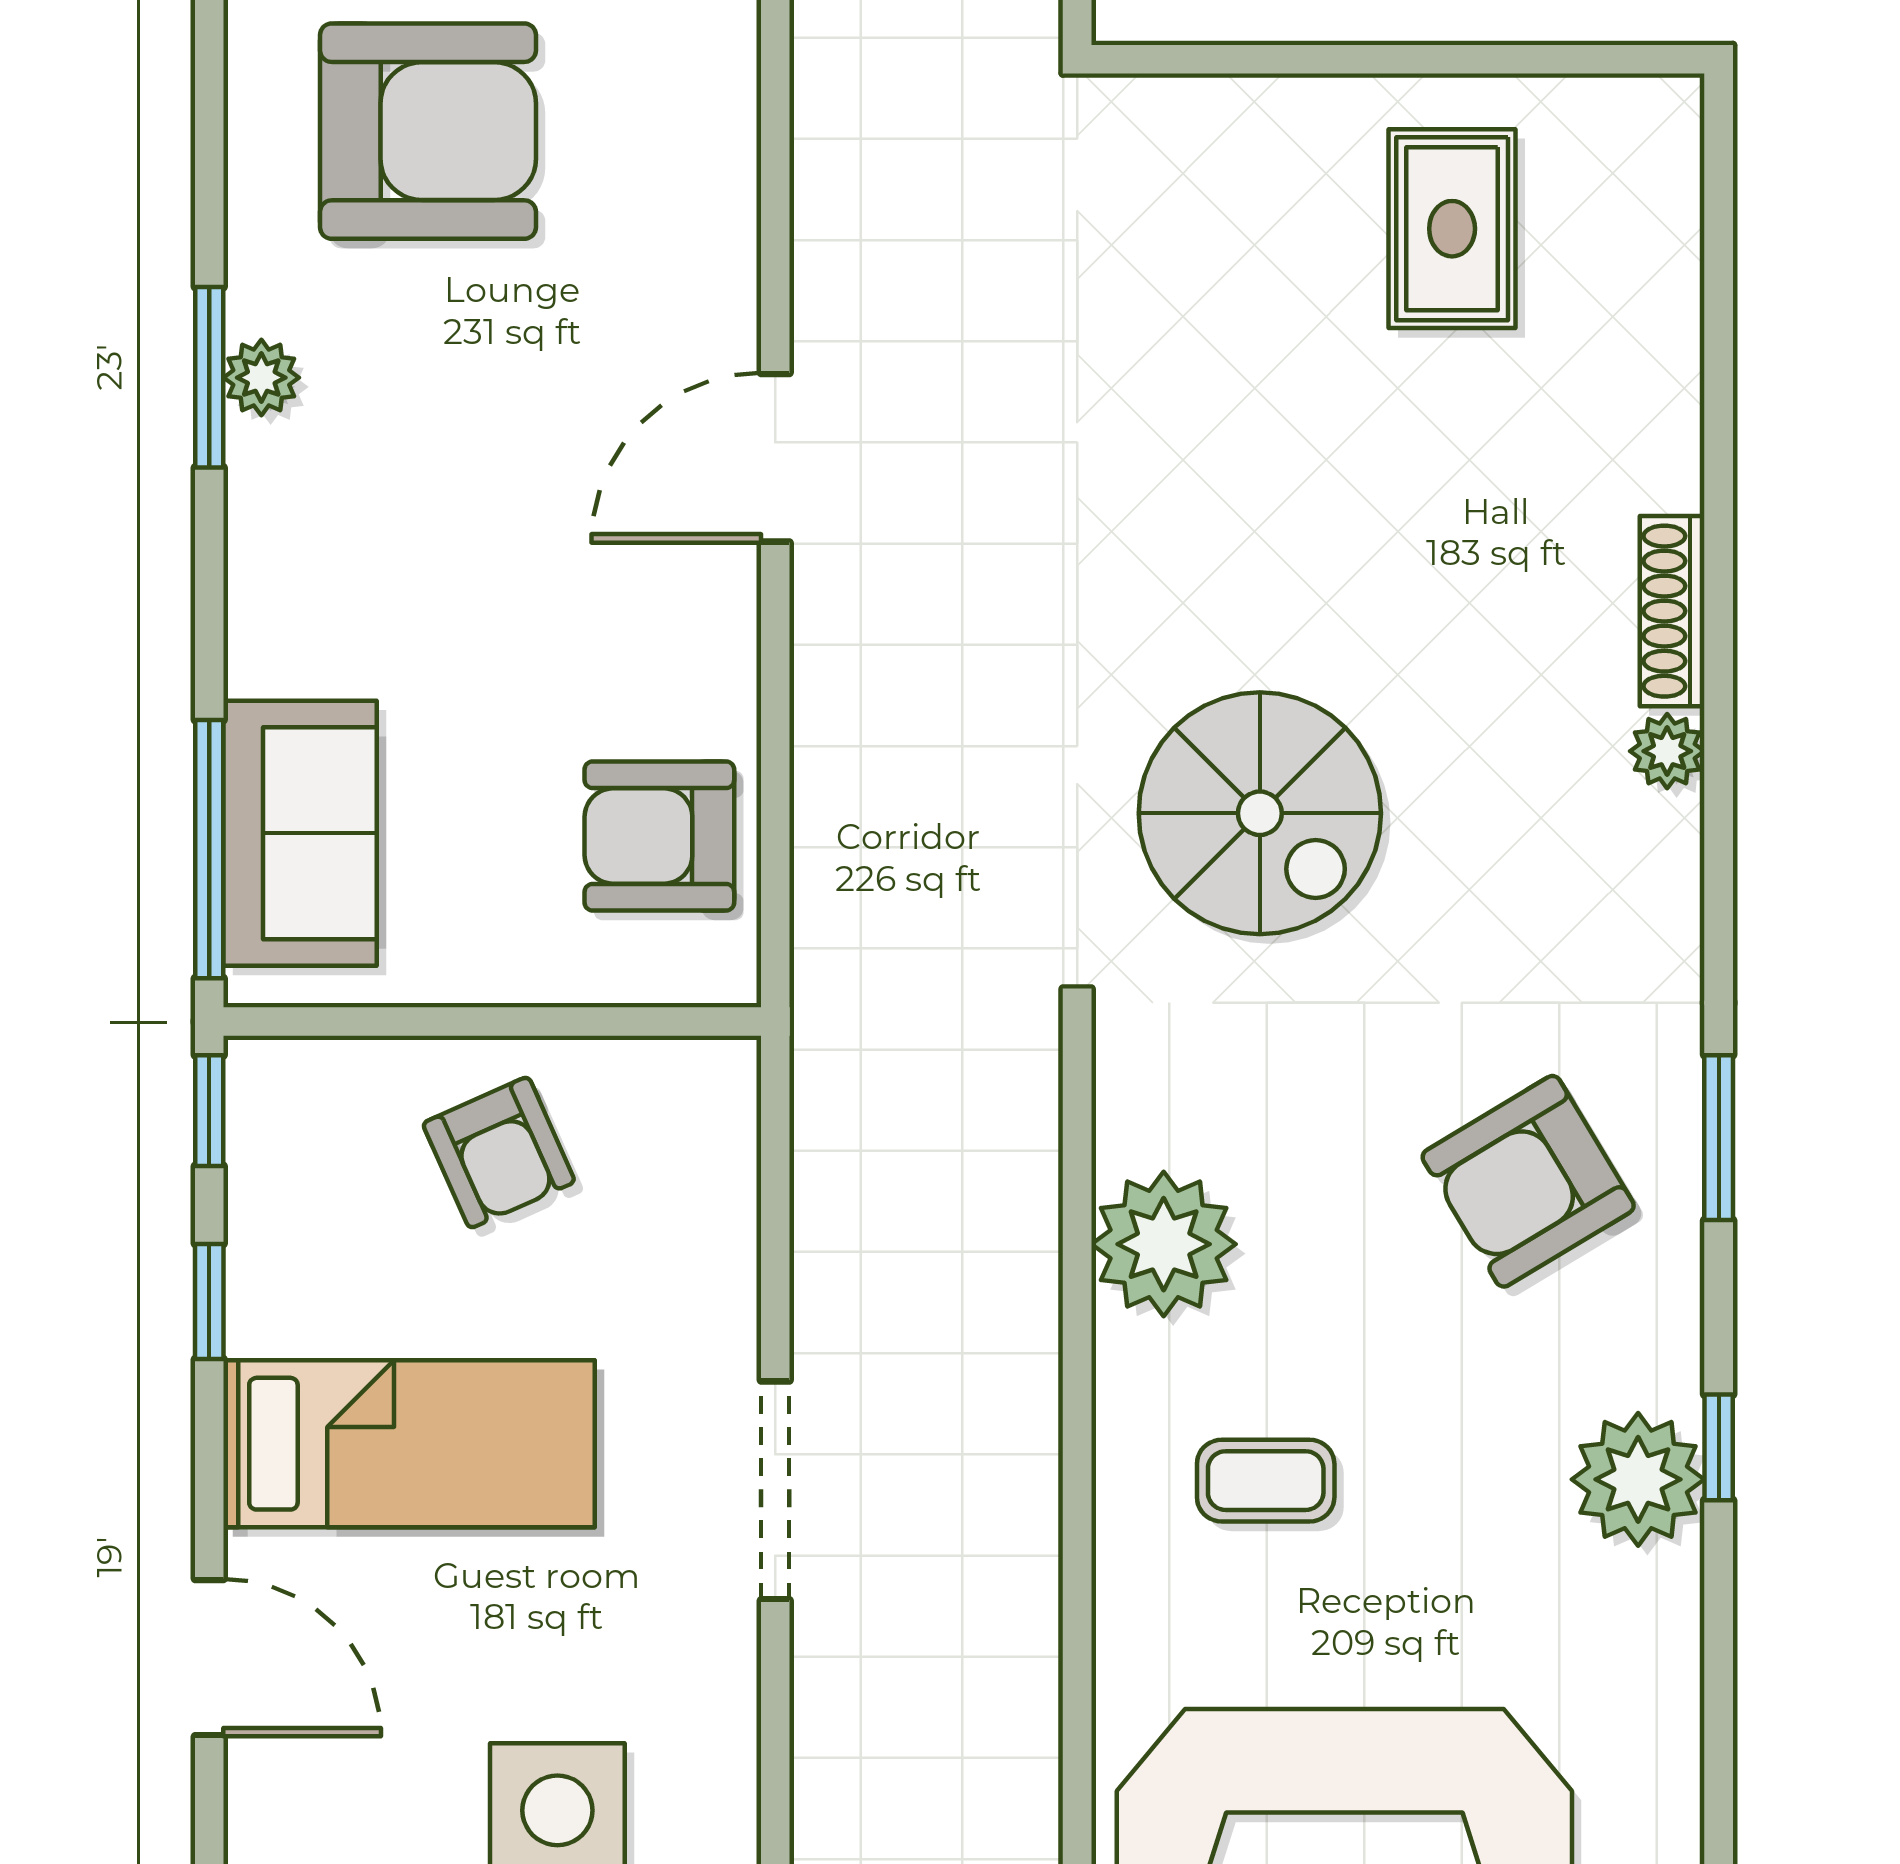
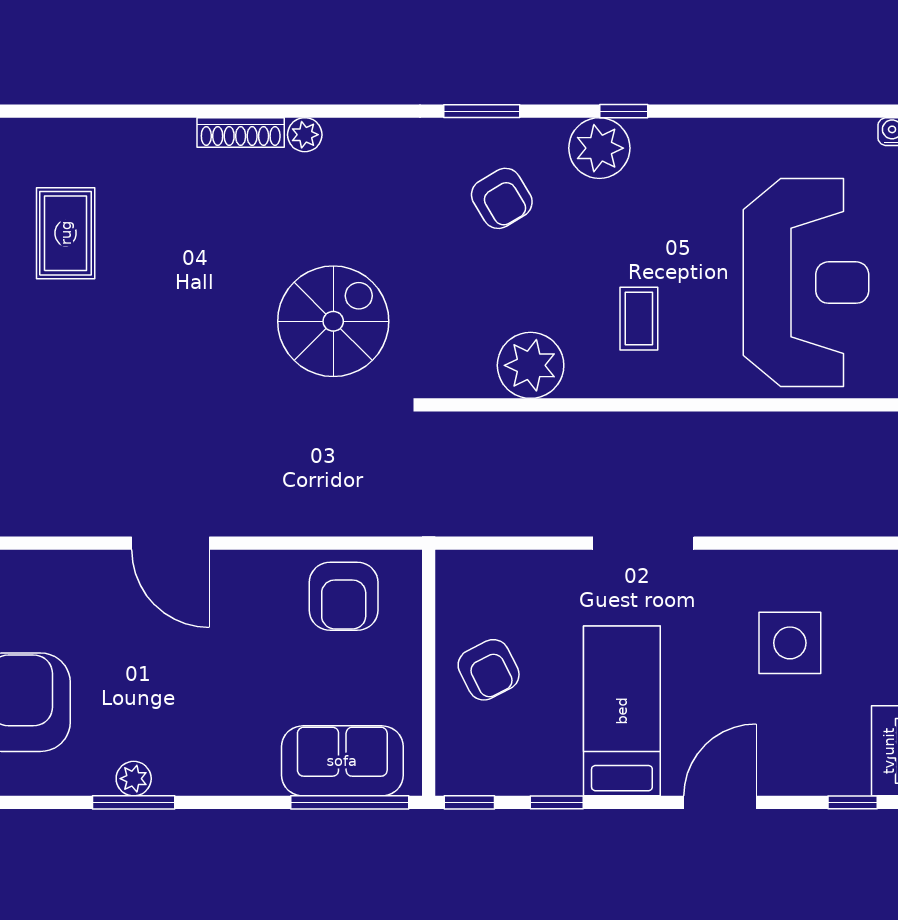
rug: (1452, 229) -> (66, 233), turned 90
armchair: (499, 1153) -> (489, 670), turned 87
armchair: (1528, 1181) -> (502, 198), width x0.72, depth x0.72
plant: (1638, 1479) -> (599, 148), moved

